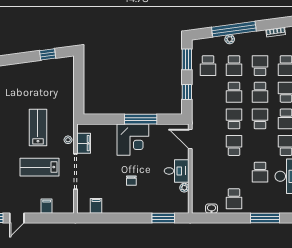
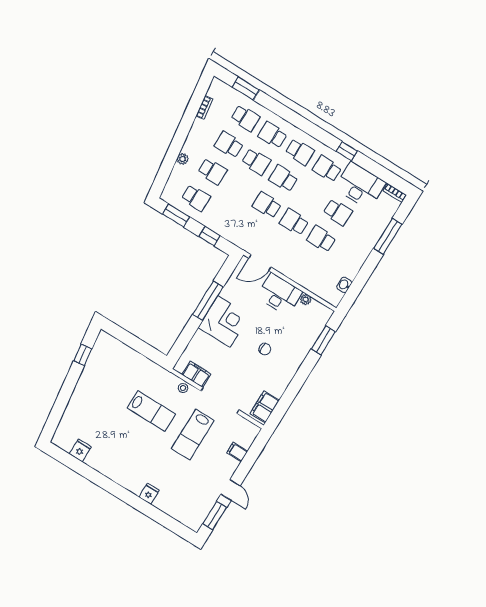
window: (234, 29) -> (175, 148), removed
school desk: (234, 92) -> (240, 188), removed
lab bench: (38, 128) -> (151, 411), turned 180
desk: (177, 171) -> (279, 294), width x1.37
school desk: (234, 199) -> (321, 239), moved, turned 180
filing cabinet: (96, 206) -> (265, 407), width x2.00

